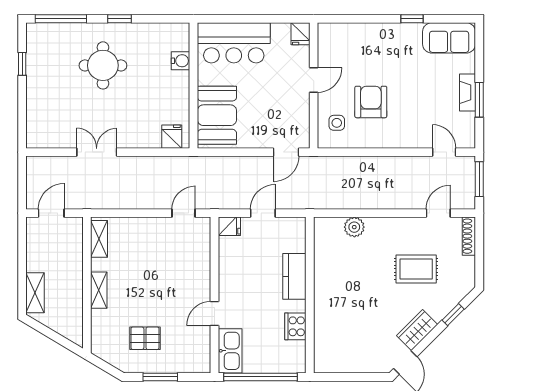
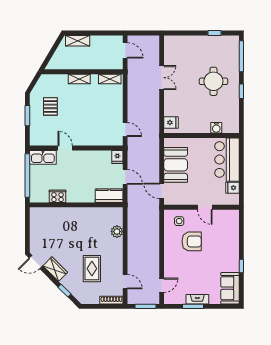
fridge: (300, 34) -> (232, 188), moved
booth: (217, 115) -> (176, 165), moved, turned 90
kitchen counter: (294, 276) -> (109, 196), moved

